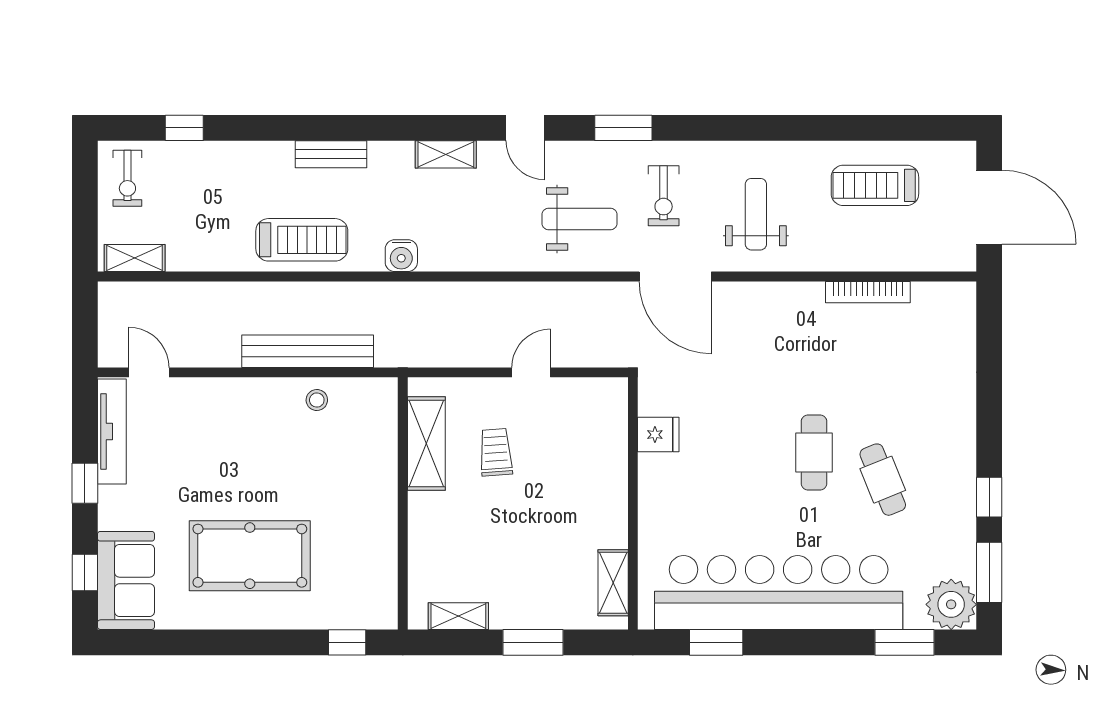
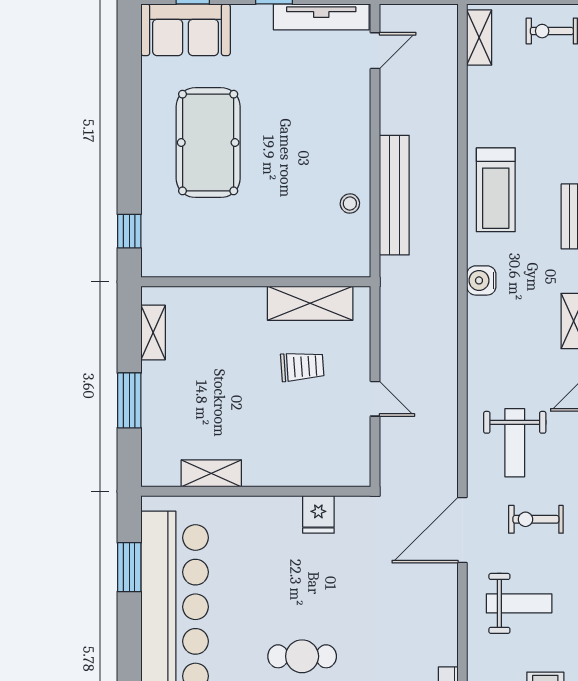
shelving: (613, 583) -> (211, 473), moved

